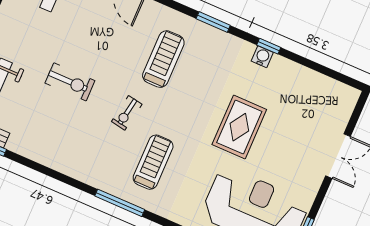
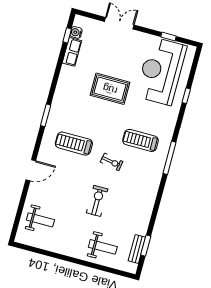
window: (269, 46) -> (67, 35), moved
water cooler: (262, 57) -> (76, 32), moved
row of seats: (305, 77) -> (72, 52), added

